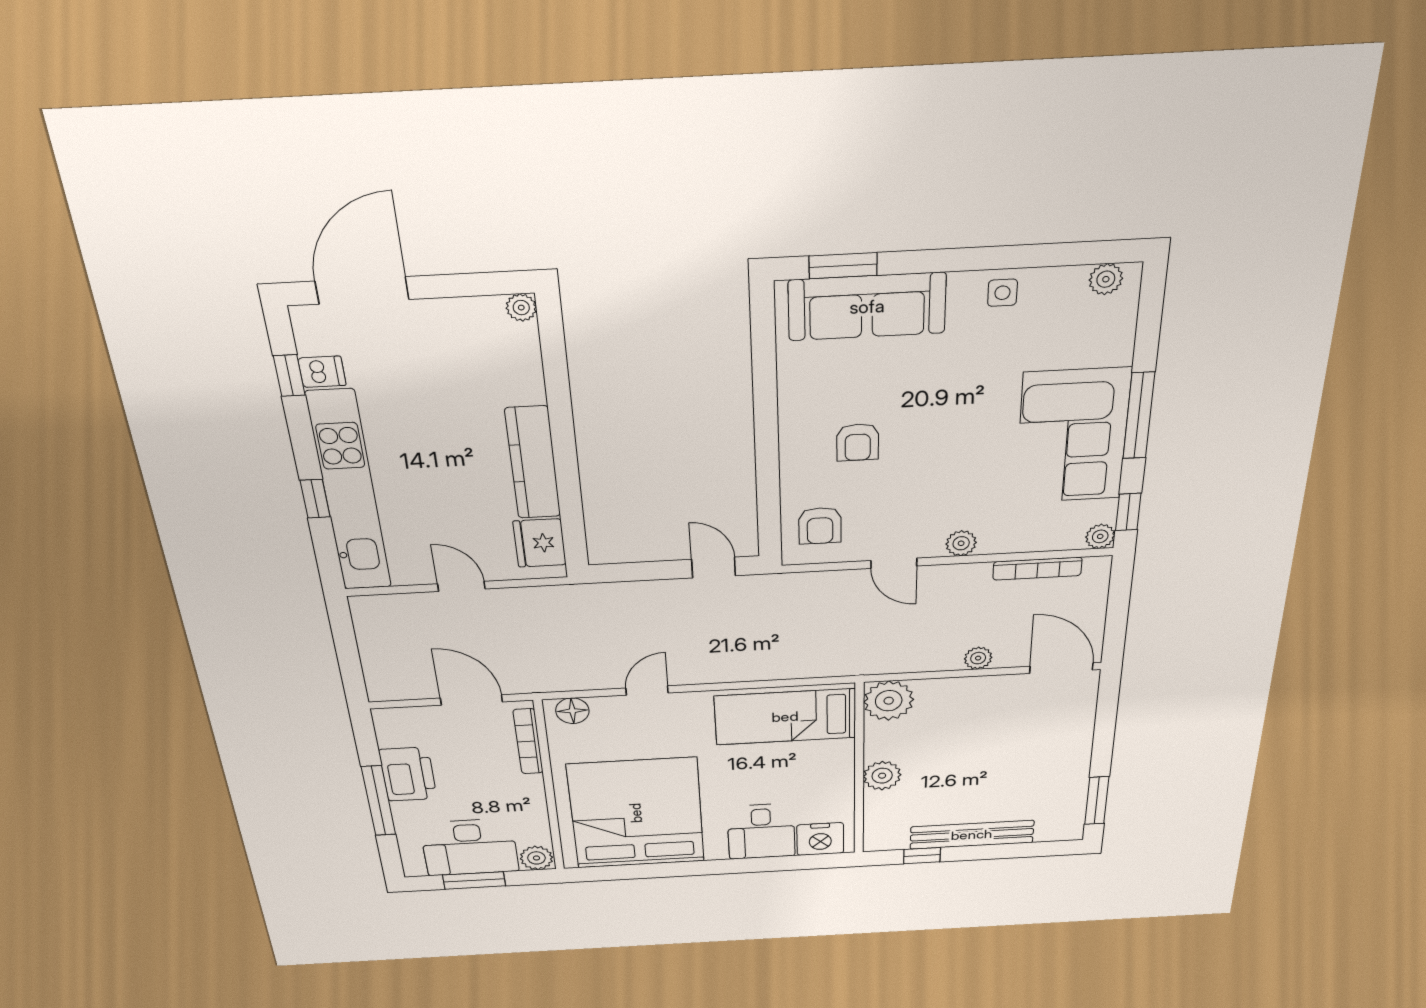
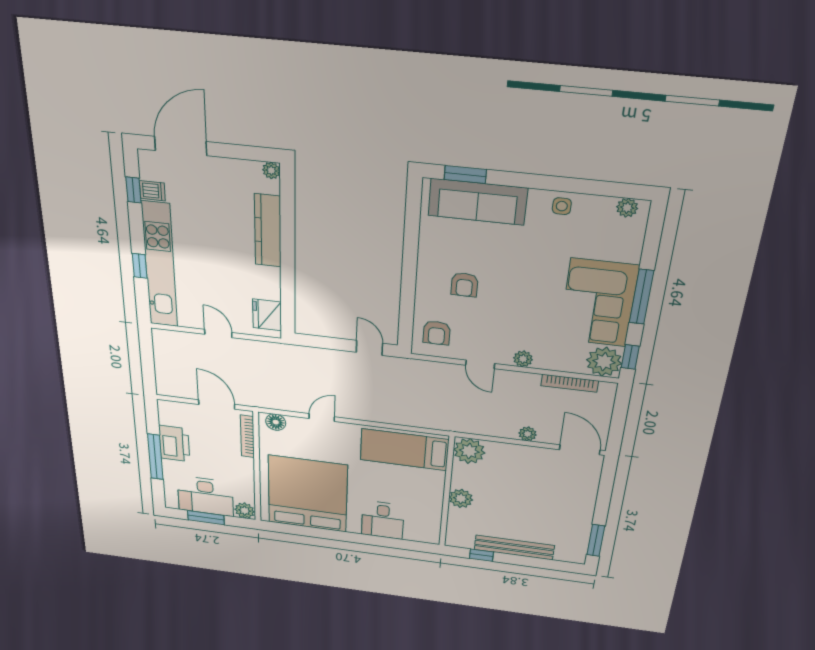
kitchen counter: (533, 463) -> (268, 231), moved
plant: (1100, 536) -> (604, 362), width x1.87, depth x1.87
nightstand: (820, 839) -> (419, 532), removed

